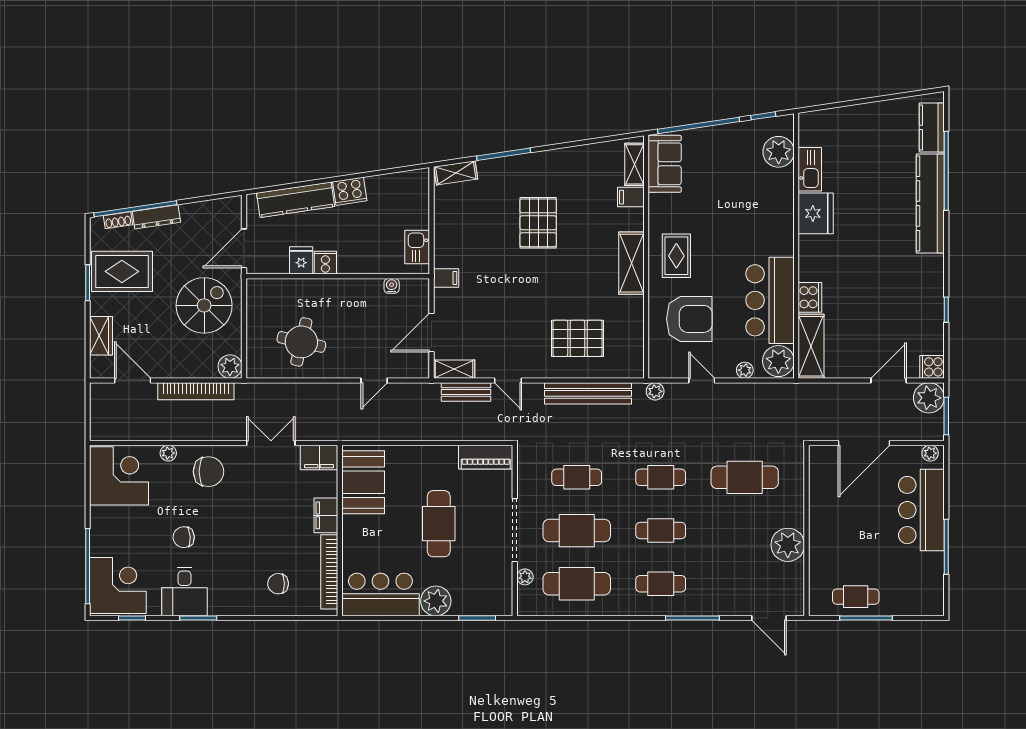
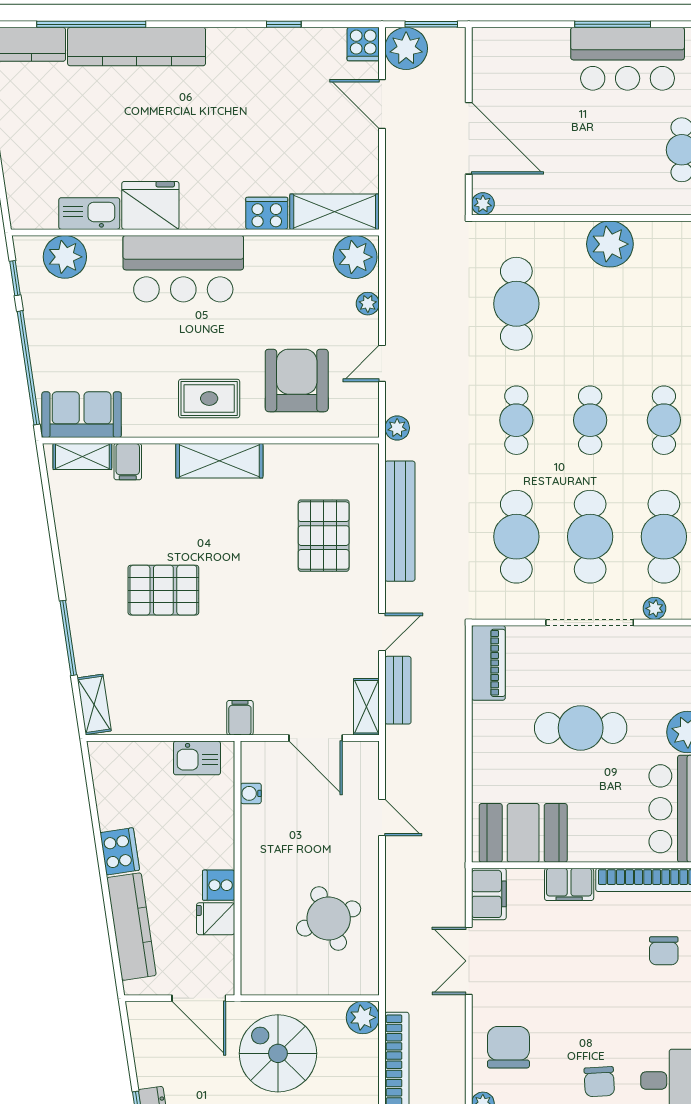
bar counter: (770, 300) -> (183, 269), moved
round table: (301, 342) -> (329, 919), turned -35
plant: (930, 453) -> (483, 204), moved
cafe table: (577, 477) -> (516, 537), width x1.37, depth x1.35
bar counter: (921, 510) -> (628, 59), moved

